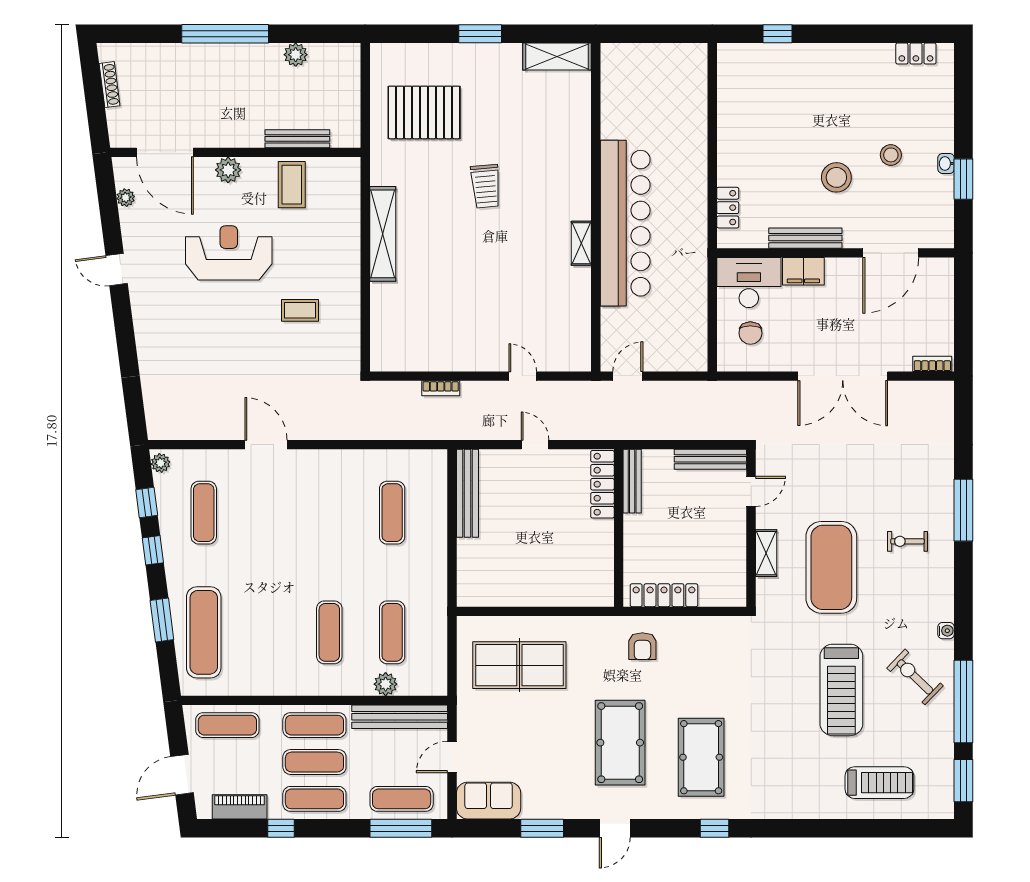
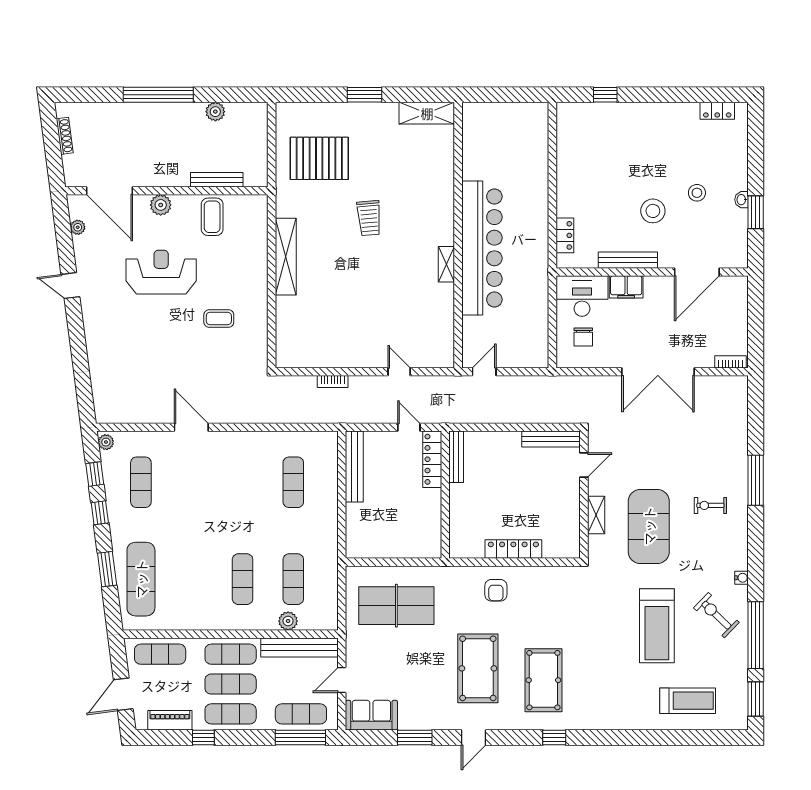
bench: (632, 481) -> (456, 457), moved
locker: (602, 484) -> (432, 459), moved
wall: (619, 528) -> (445, 495), moved

